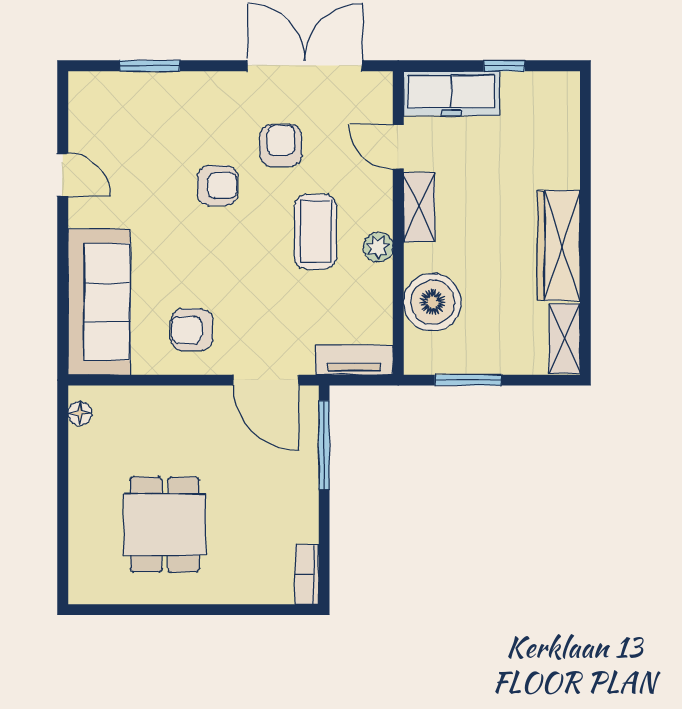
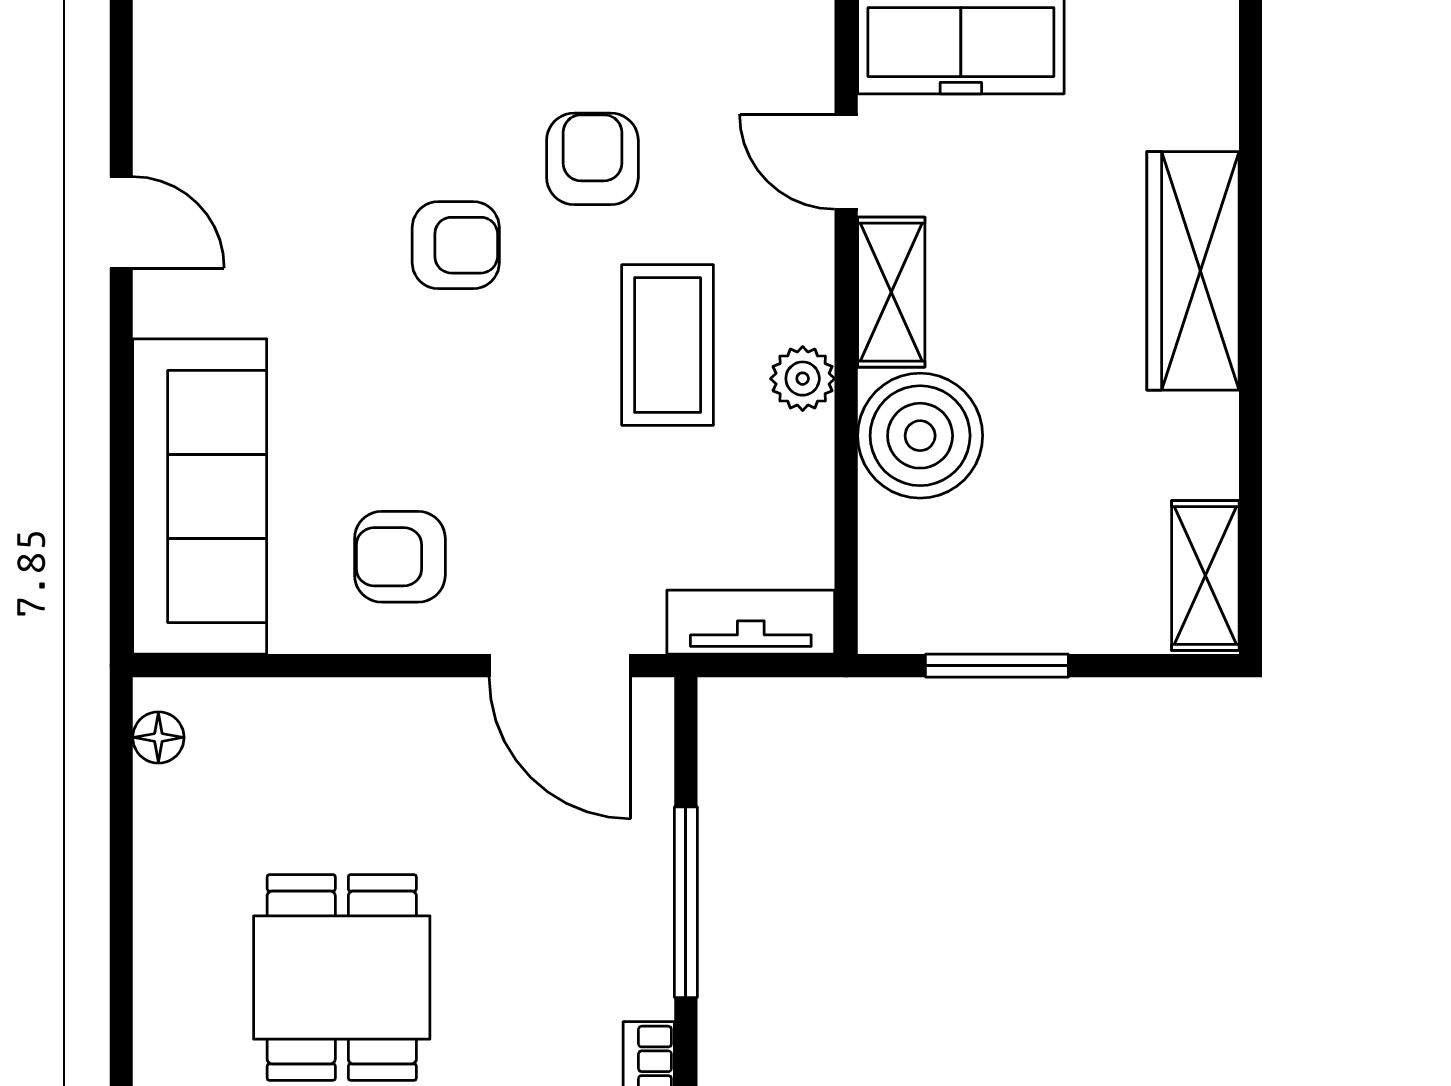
wardrobe: (559, 246) -> (1193, 271), moved
boiler: (433, 302) -> (920, 436), moved
window: (324, 445) -> (686, 902), moved

